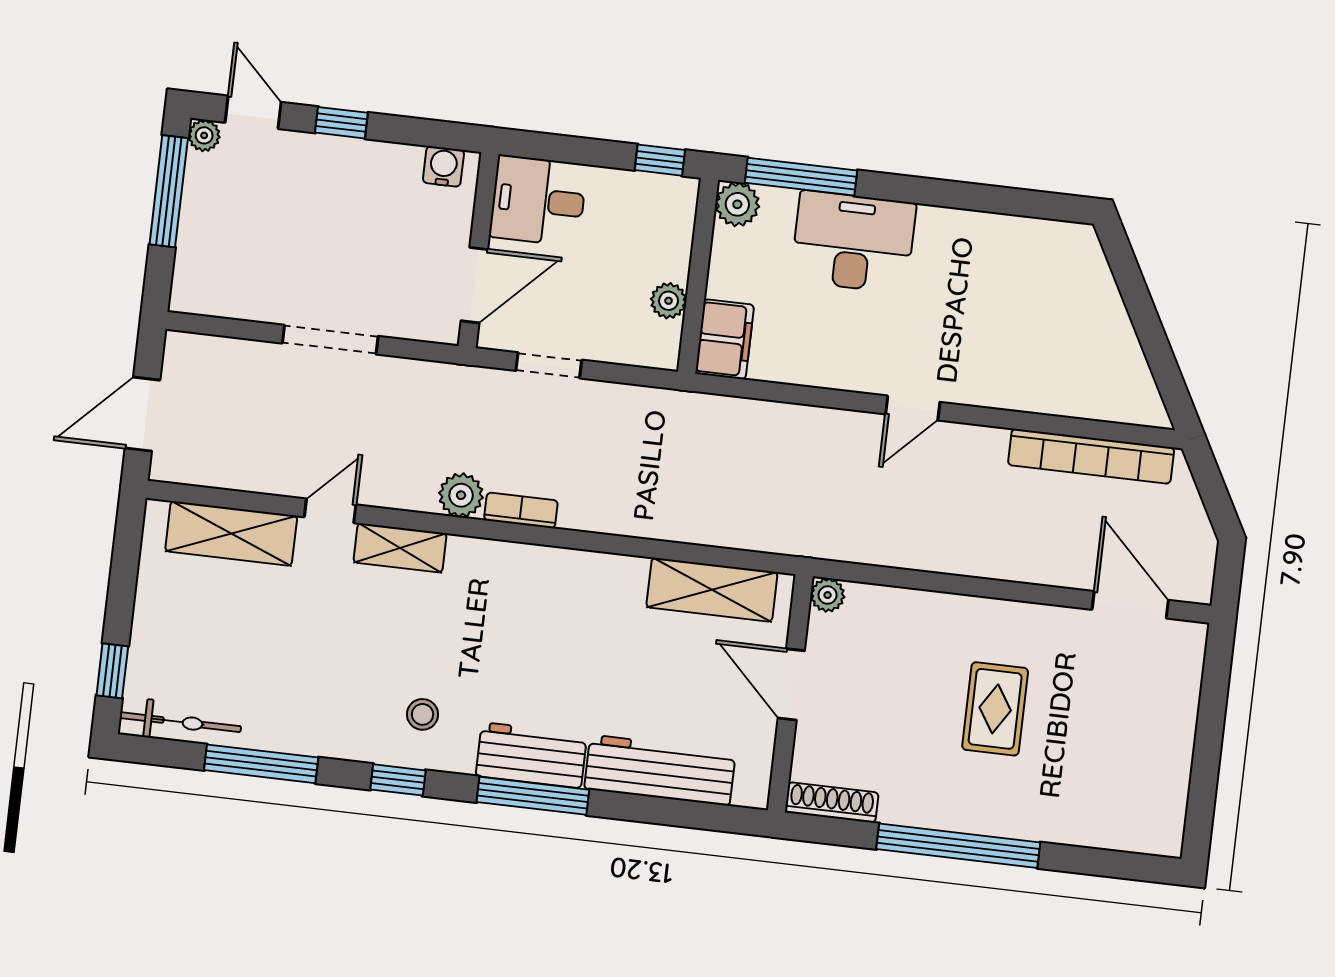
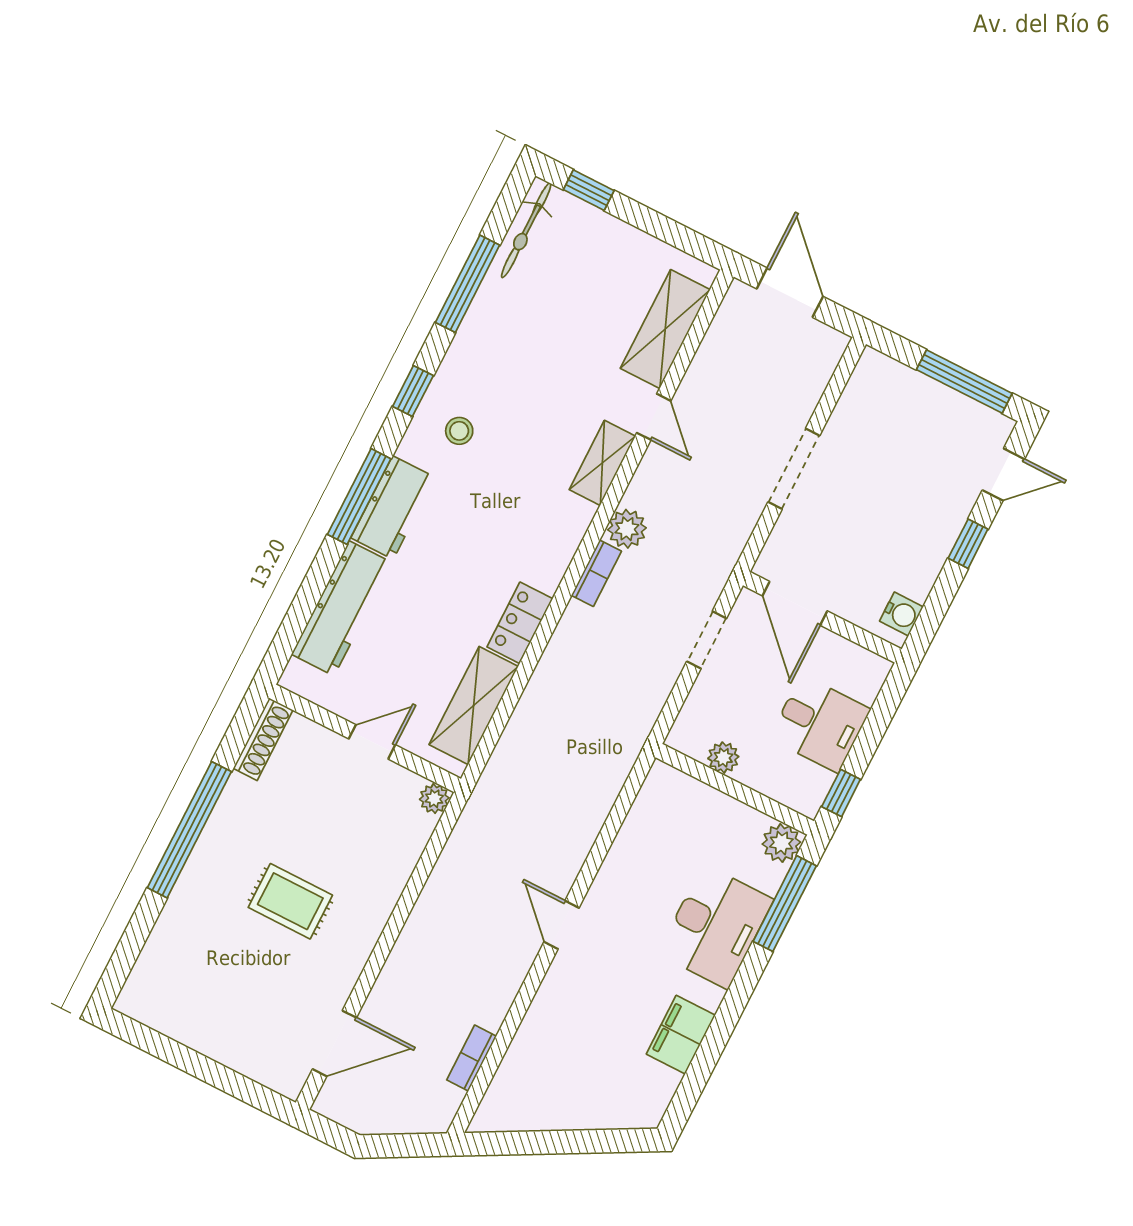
plant: (204, 135) -> (999, 427), removed
desk: (538, 201) -> (820, 724), moved, turned 90
filing cabinet: (725, 339) -> (681, 1035), moved, turned 90
bookcase: (1091, 456) -> (471, 1058), width x0.43, depth x0.76
locker: (605, 573) -> (520, 623), added
door: (791, 684) -> (372, 742), width x0.73

